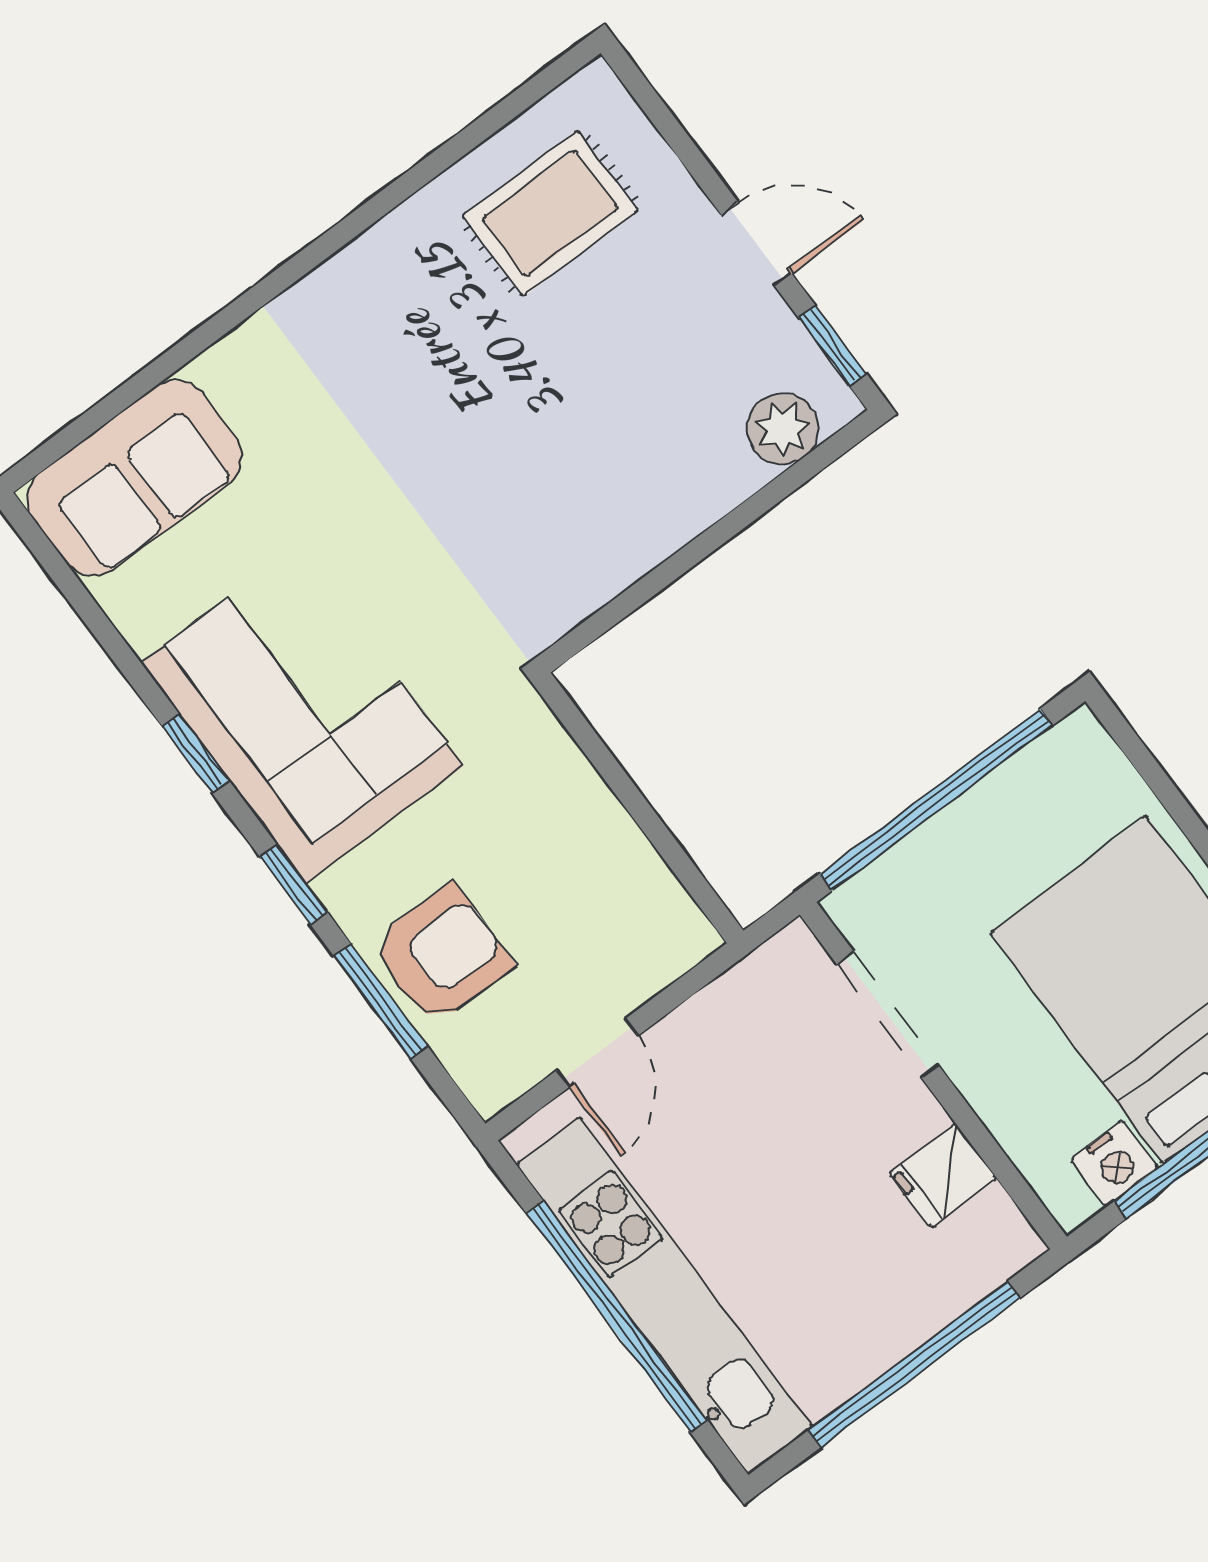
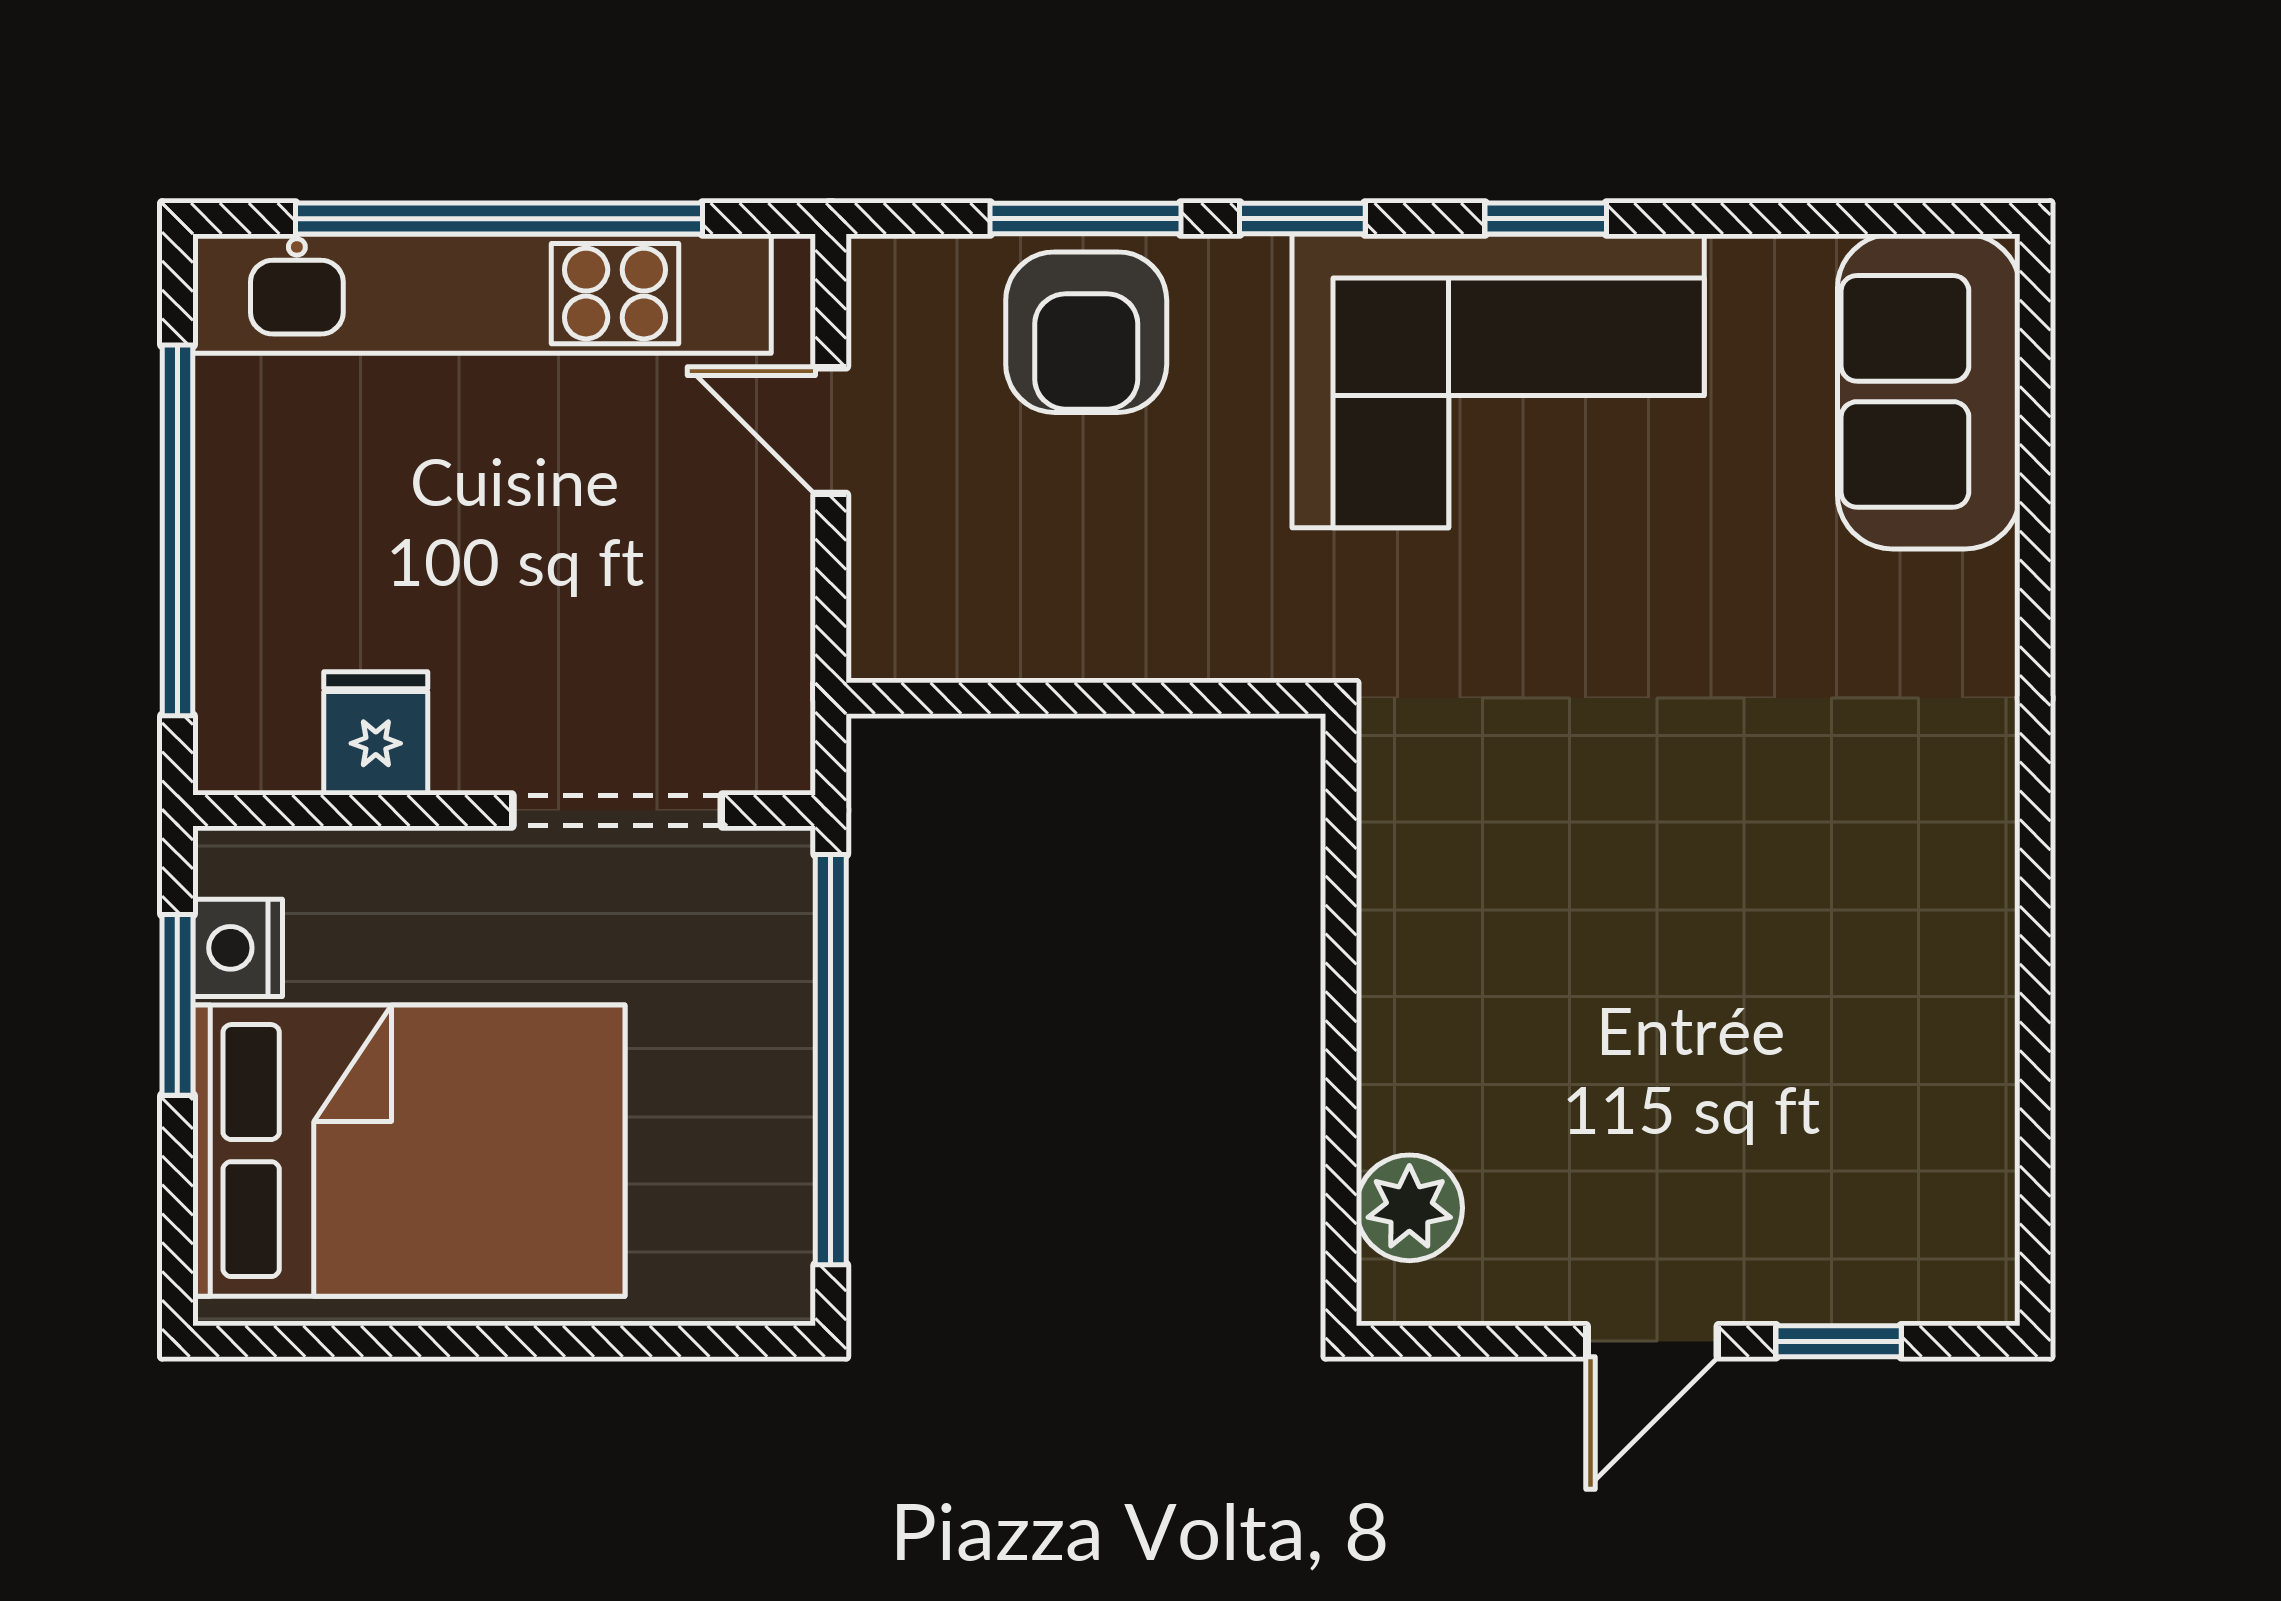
rug: (550, 213) -> (1873, 1123), removed
window: (832, 345) -> (1839, 1341), moved

